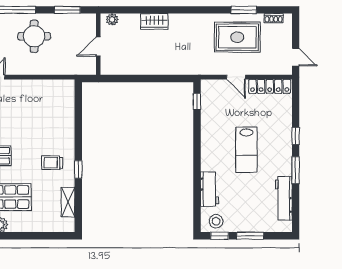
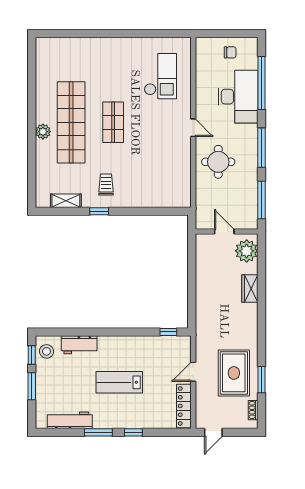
window: (67, 10) -> (262, 200), width x1.44
plant: (112, 19) -> (247, 251), width x1.87, depth x1.87
round table: (34, 36) -> (218, 162), moved

